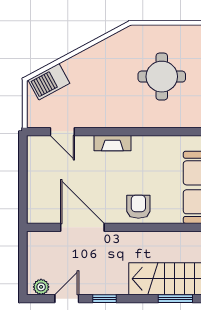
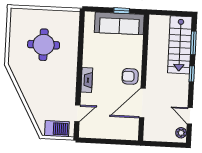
barbecue: (49, 82) -> (57, 129), moved, turned -62
armchair: (138, 207) -> (130, 76), moved
window: (104, 299) -> (192, 74), moved

